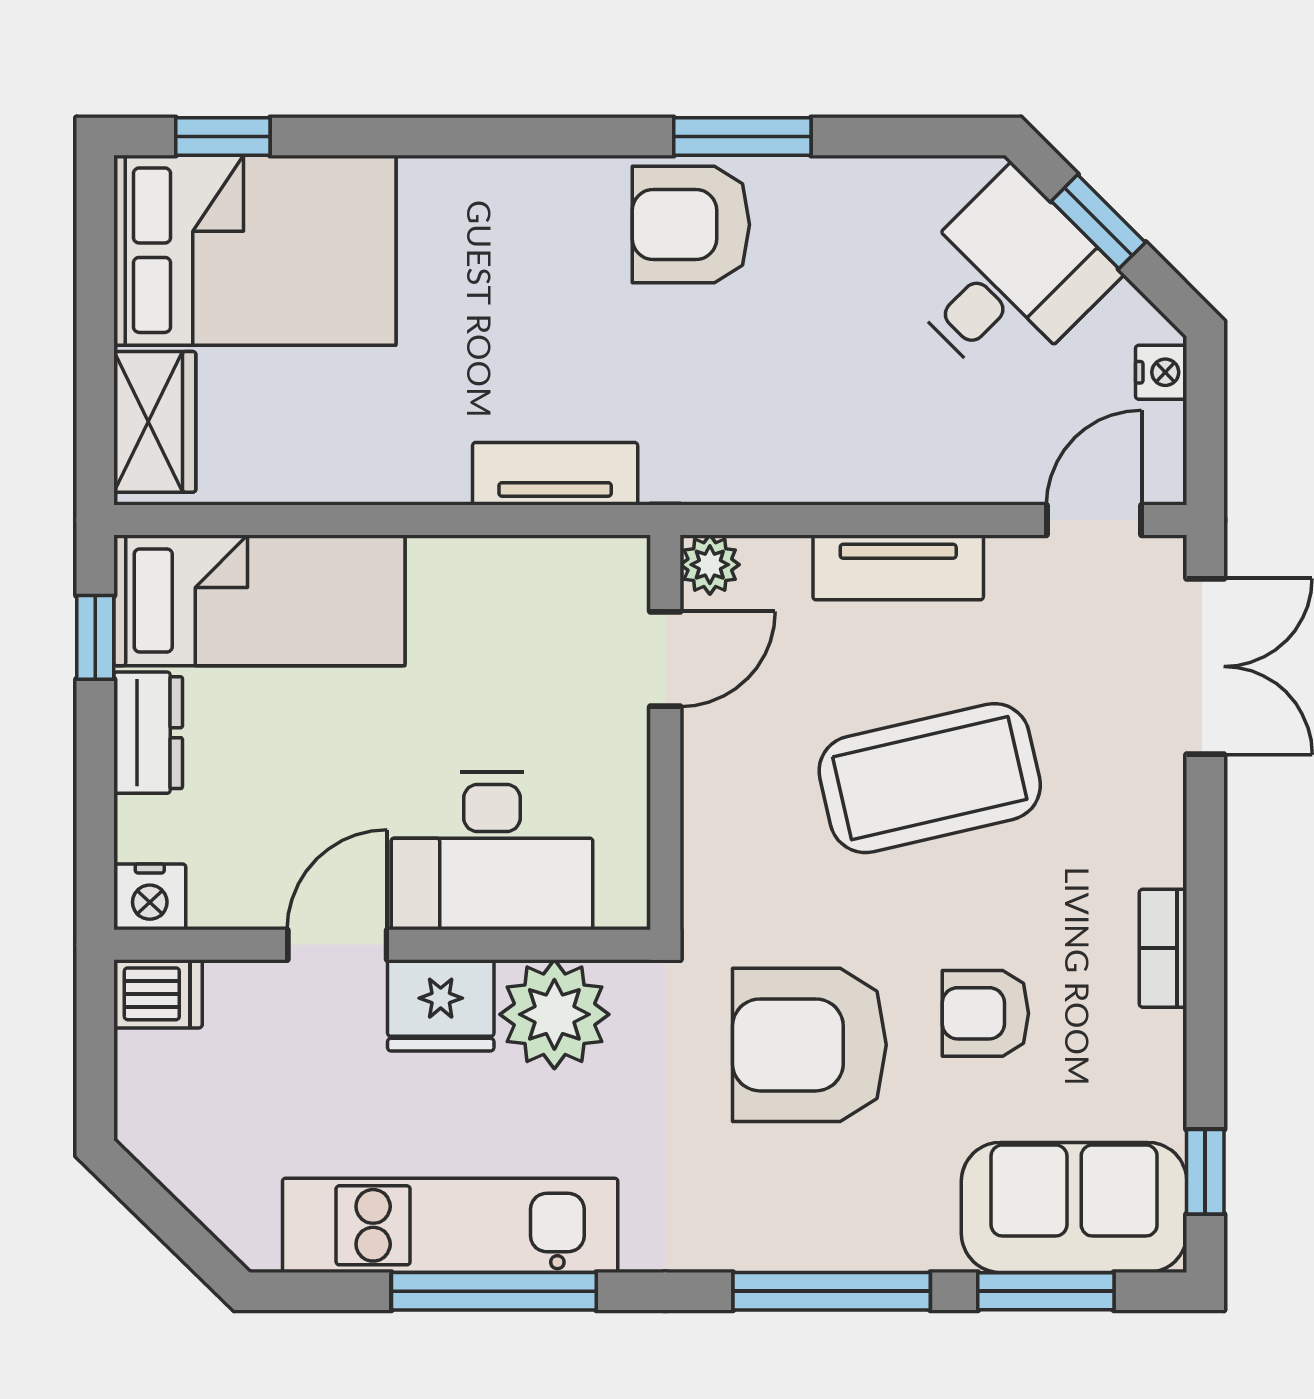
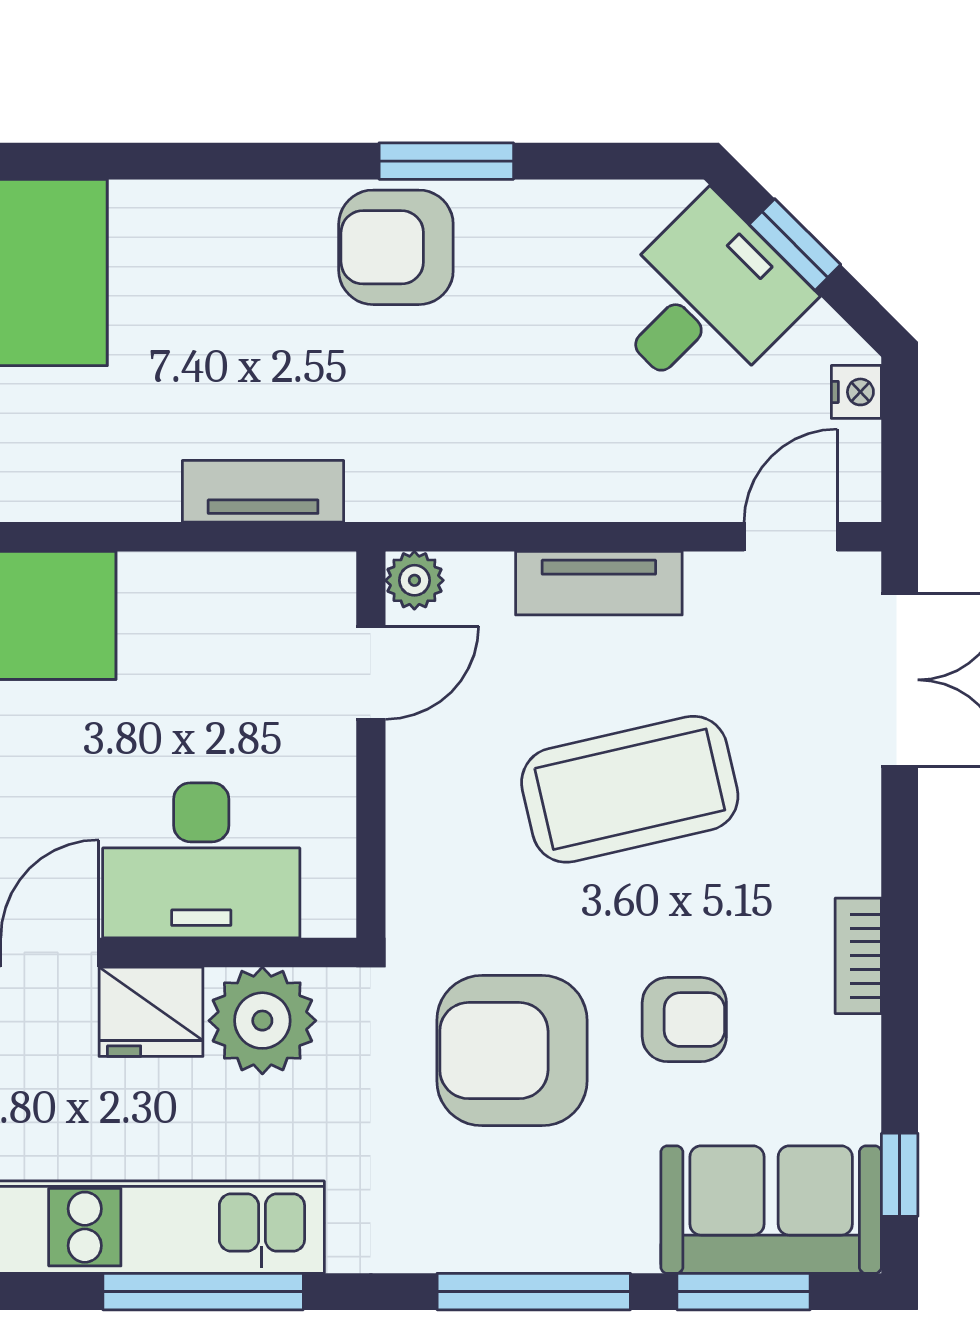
armchair: (985, 1013) -> (684, 1020), turned 180

